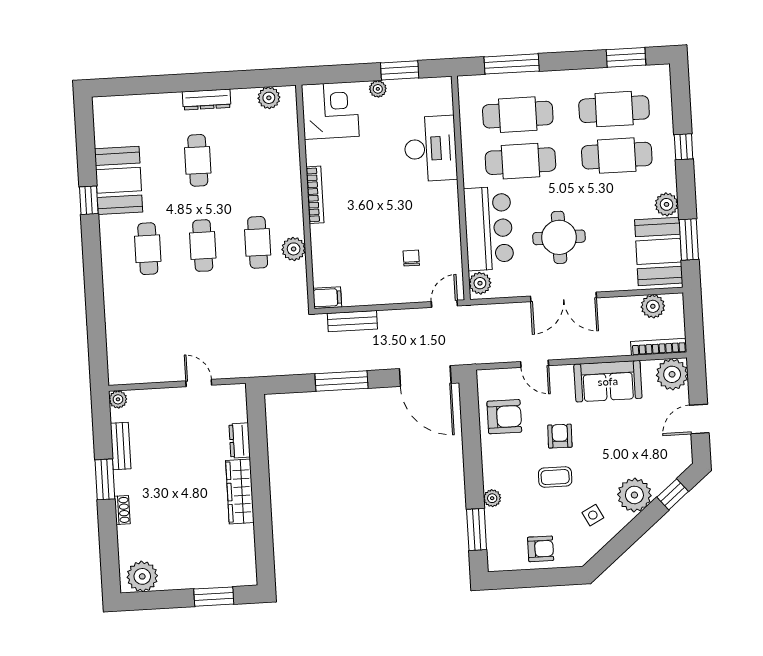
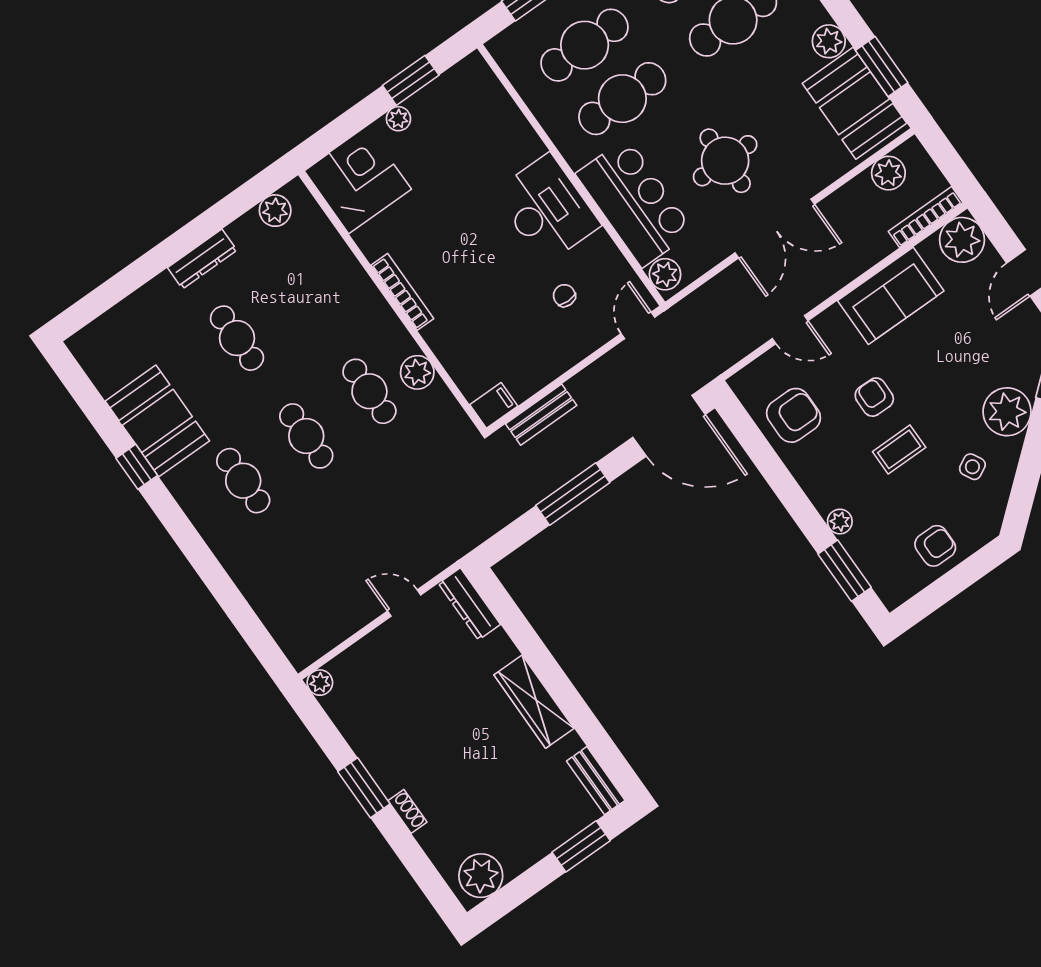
desk: (430, 149) -> (547, 209), moved
dresser: (240, 441) -> (469, 604), moved, width x1.44
bench: (121, 446) -> (596, 781), moved

